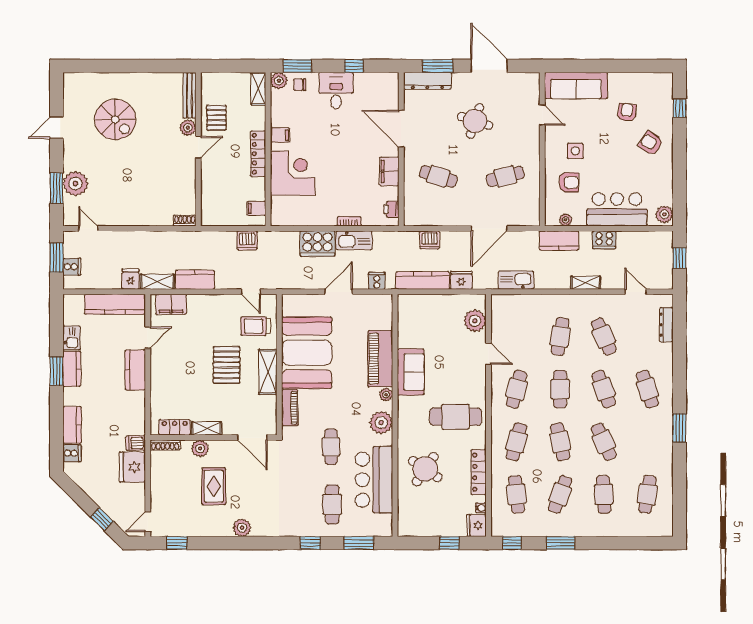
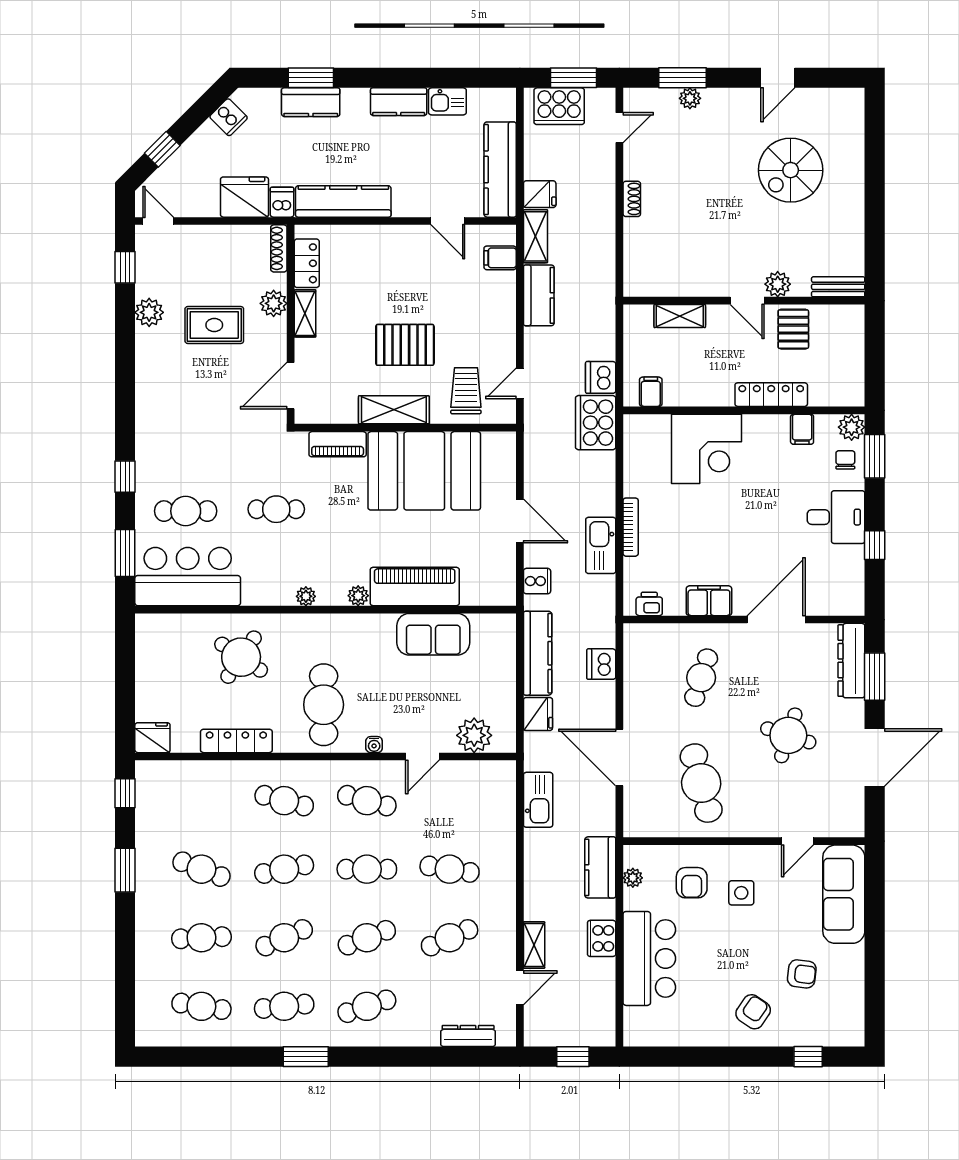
shelving: (258, 89) -> (680, 316), moved
bench: (190, 95) -> (838, 287), width x0.73
pallet: (216, 118) -> (793, 329), turned 90
door: (57, 128) -> (778, 78), swing flipped
filing cabinet: (280, 135) -> (802, 429), moved
locker: (258, 154) -> (771, 395), moved
cafe table: (505, 176) -> (701, 783), width x1.37, depth x1.35
plant: (75, 183) -> (690, 98), width x0.53, depth x0.53
plant: (664, 214) -> (641, 1033), removed
shoe rack: (185, 221) -> (632, 199), moved
bookcase: (349, 221) -> (631, 527), width x1.56
cooker: (318, 244) -> (596, 423), moved
cooker: (72, 267) -> (559, 106), width x1.87, depth x1.31
shelving: (586, 283) -> (534, 945), moved
filing cabinet: (171, 304) -> (500, 258), width x0.50
kitchen counter: (135, 370) -> (343, 201), moved, width x1.50
window: (57, 371) -> (311, 78), moved
sofa: (411, 372) -> (433, 634), moved
plant: (381, 423) -> (306, 596), width x0.53, depth x0.53
cooker: (72, 453) -> (229, 117), moved, turned -45
bar counter: (374, 480) -> (188, 577), moved
cafe table: (516, 494) -> (284, 1006), moved
water cooler: (481, 508) -> (374, 745), moved
plant: (242, 528) -> (149, 312), moved
window: (450, 543) -> (125, 695), removed

